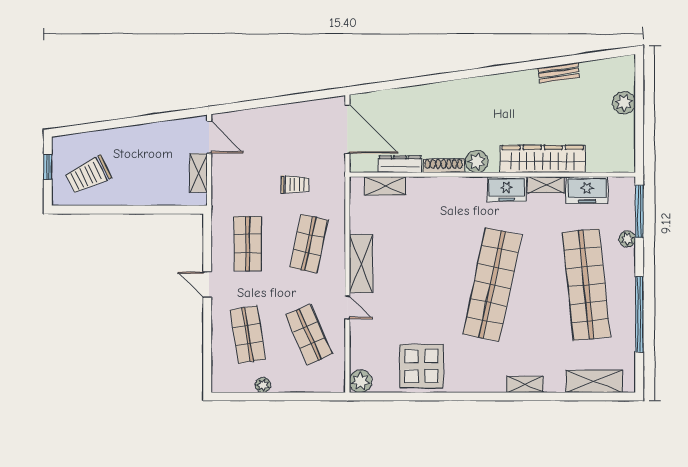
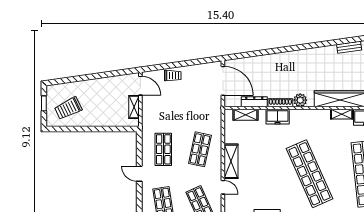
trolley: (295, 184) -> (173, 76), moved
freezer: (507, 189) -> (278, 117), moved
shop shelf: (492, 285) -> (310, 174), turned -36

